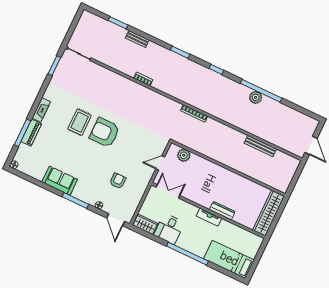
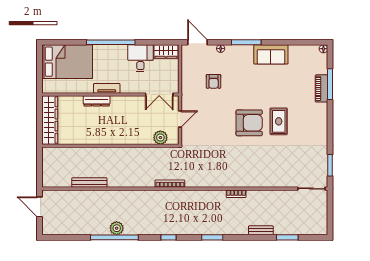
fireplace: (41, 110) -> (322, 116), removed
bed: (229, 259) -> (67, 62), width x1.50

